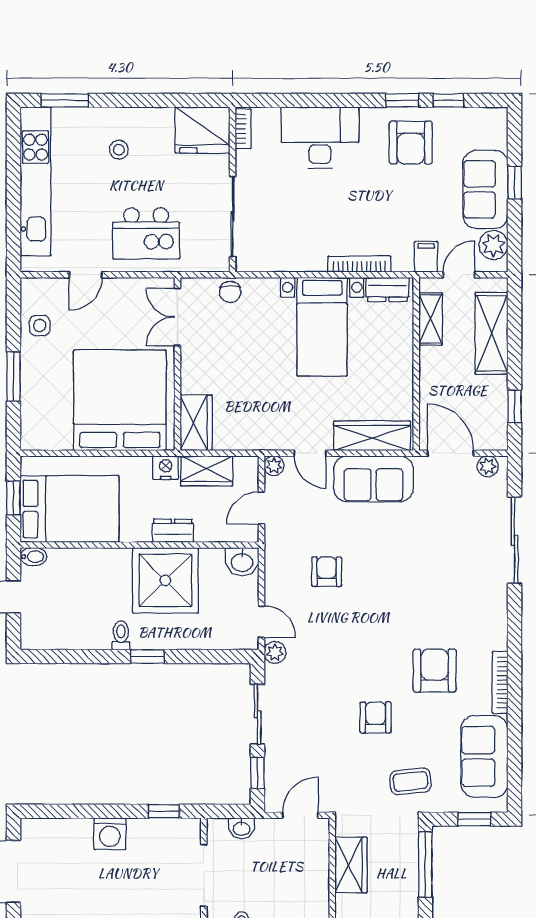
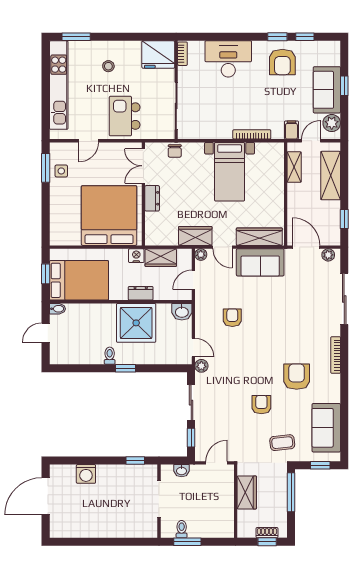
kitchen island: (146, 233) -> (125, 116), turned 90
dresser: (387, 289) -> (152, 198), moved, turned -90
window: (13, 377) -> (46, 168), moved
wardrobe: (196, 423) -> (195, 236), moved, turned -90
bookcase: (500, 682) -> (336, 355), moved
washing machine: (110, 834) -> (86, 474), moved

